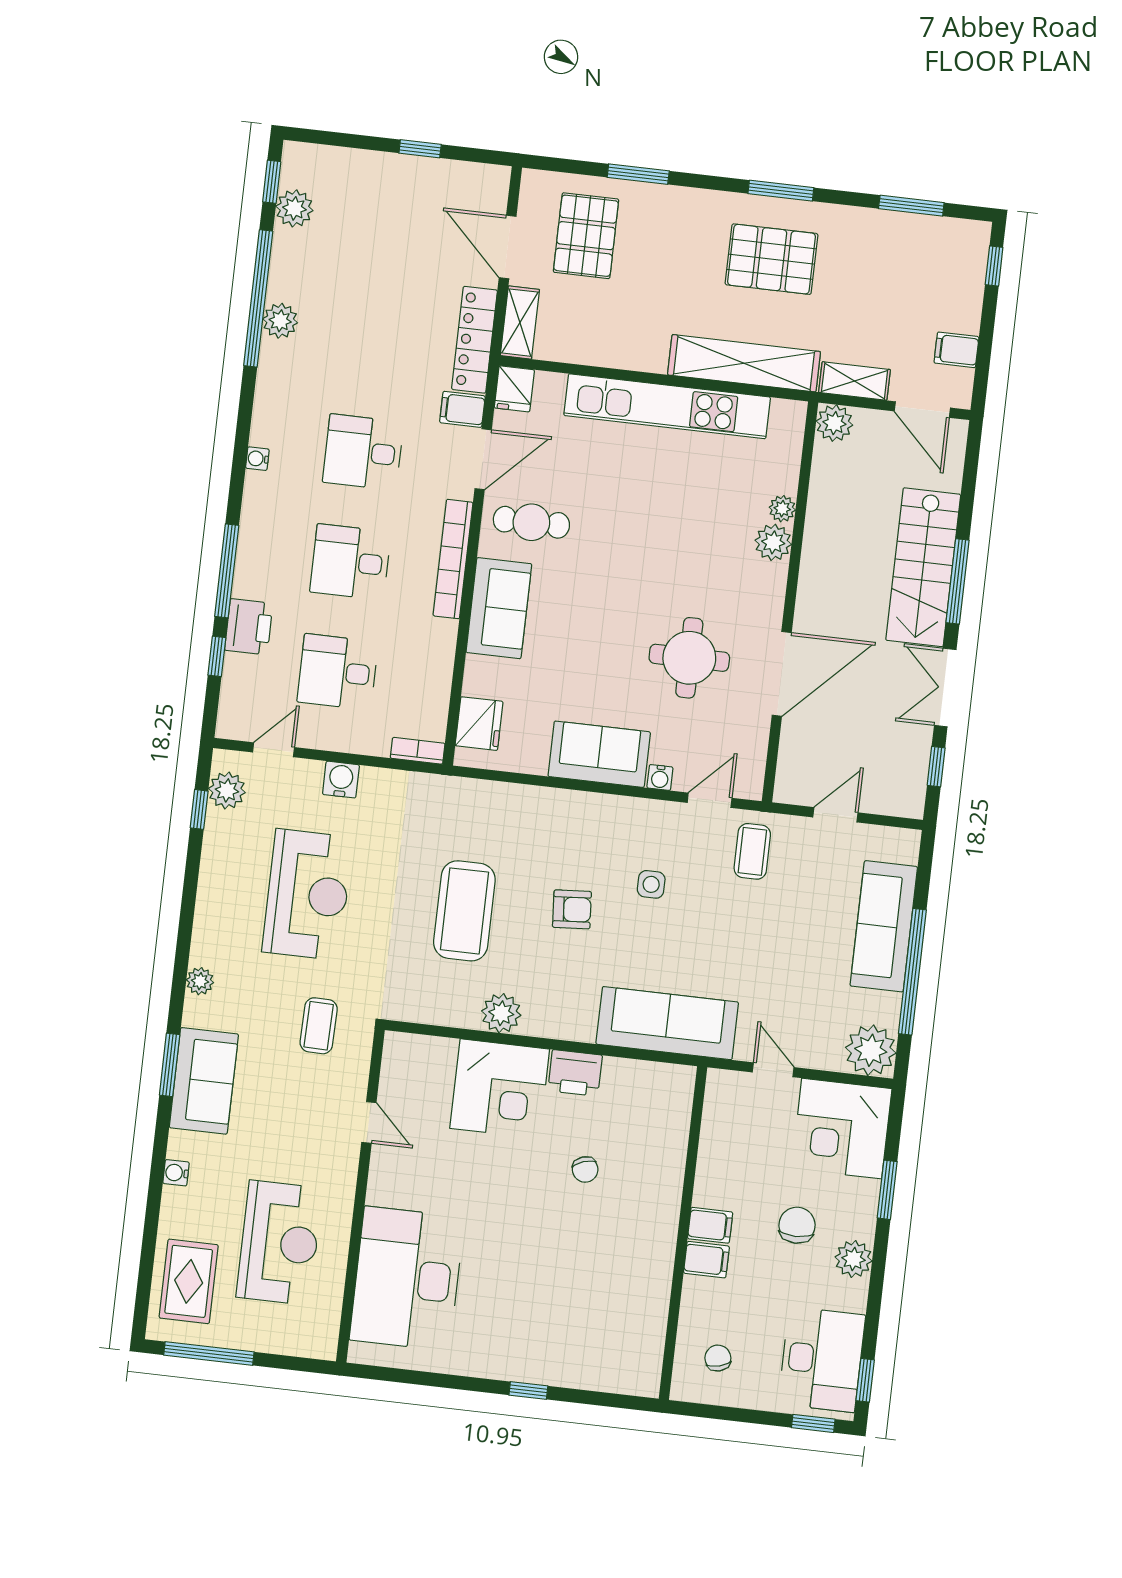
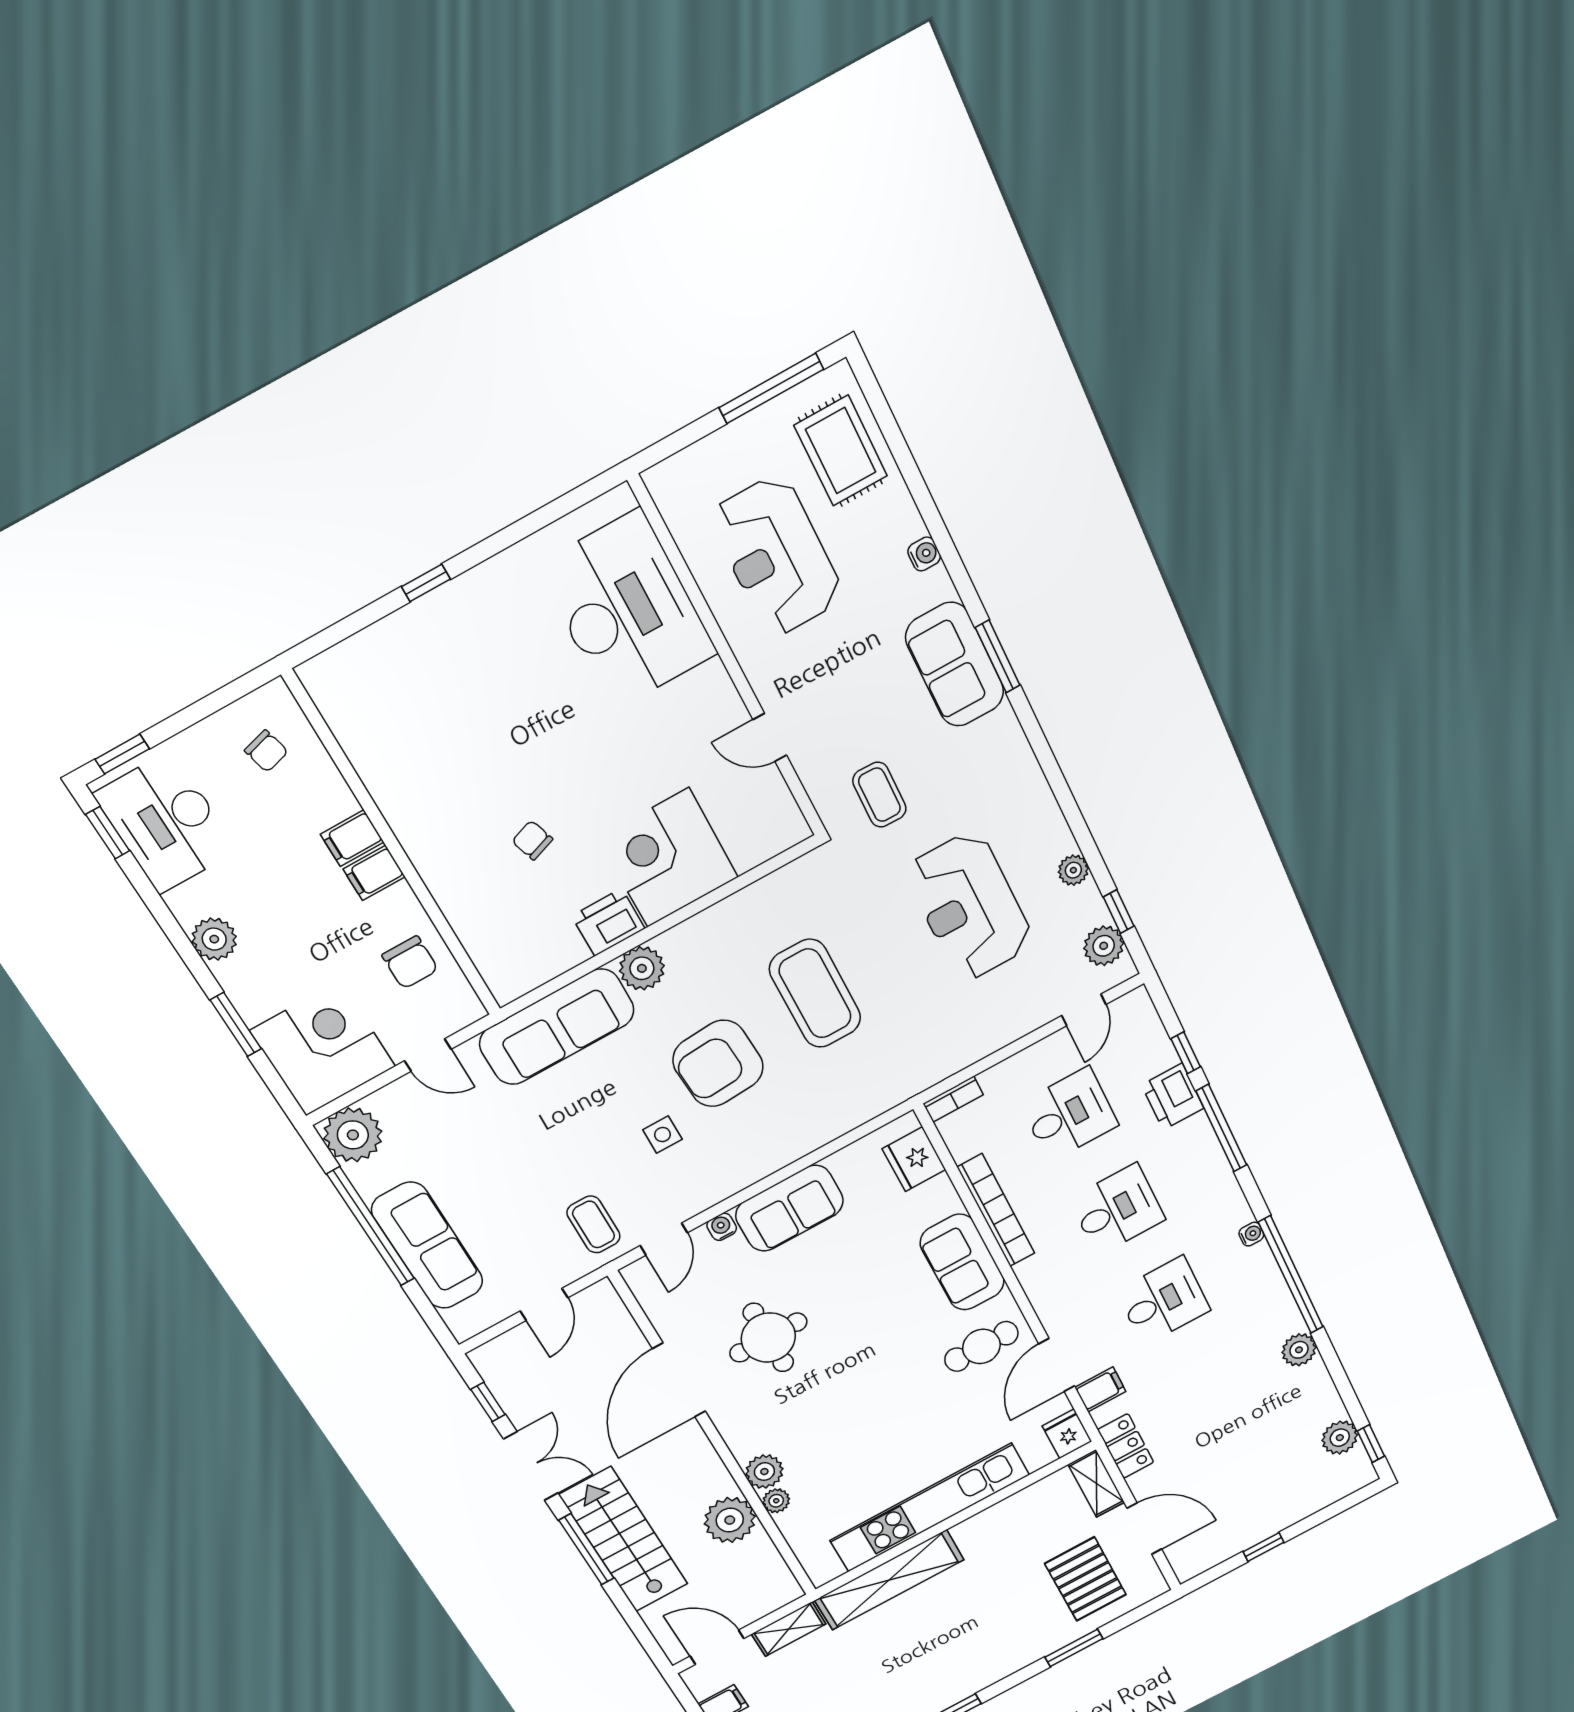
pallet: (771, 259) -> (922, 1664), removed
window: (258, 298) -> (1291, 1275), moved
locker: (474, 340) -> (1126, 1446), width x0.66
plant: (834, 423) -> (730, 1520), moved, width x1.36, depth x1.36
bookcase: (453, 559) -> (996, 1210), moved
water cooler: (341, 780) -> (1006, 1027), removed
armchair: (572, 909) -> (718, 1063), width x1.88, depth x1.88
plant: (200, 981) -> (1073, 870), moved
plant: (501, 1013) -> (642, 968), moved
chair: (797, 1225) -> (410, 962), moved

